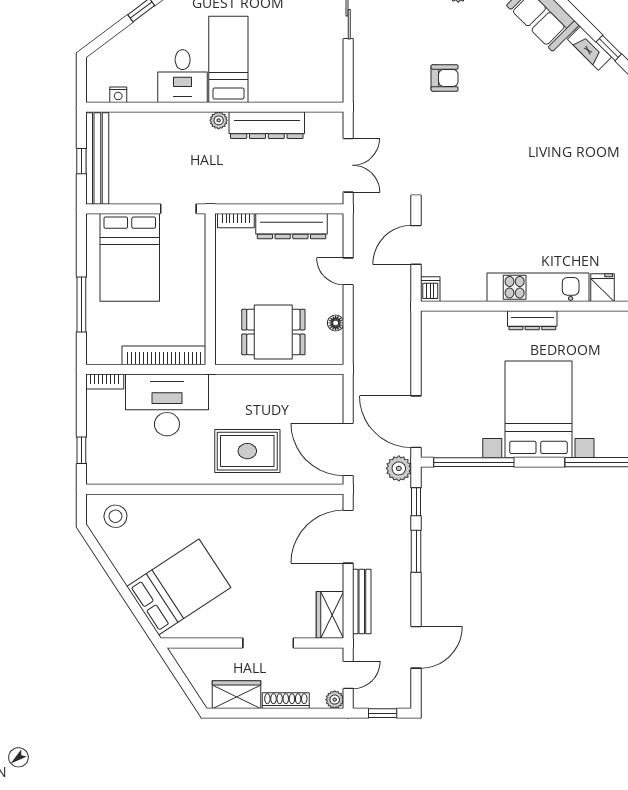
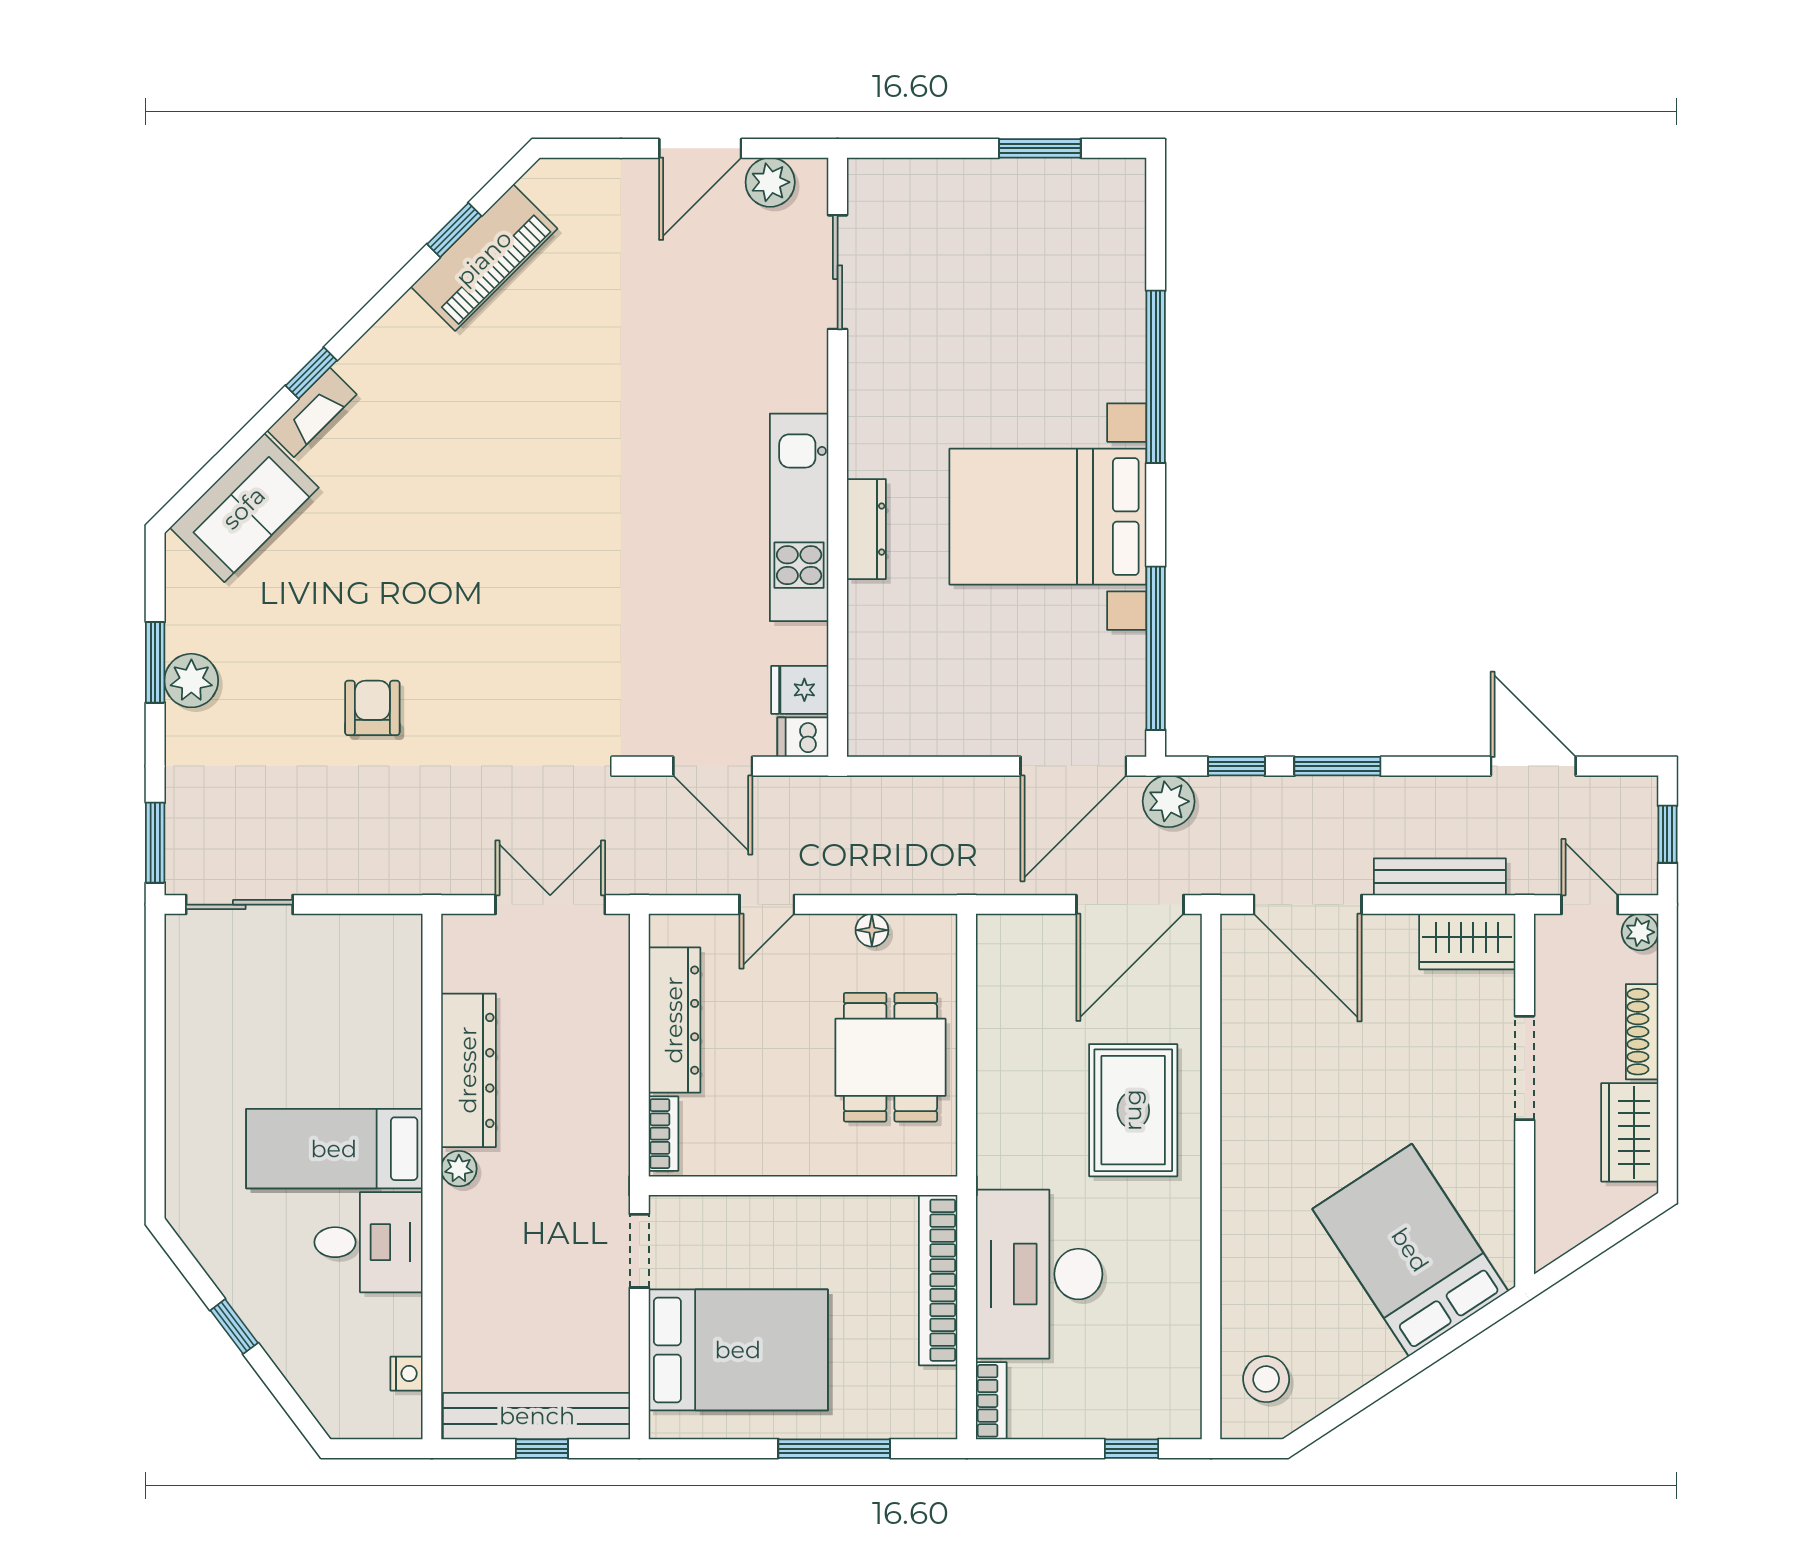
fridge: (602, 288) -> (800, 690), moved

